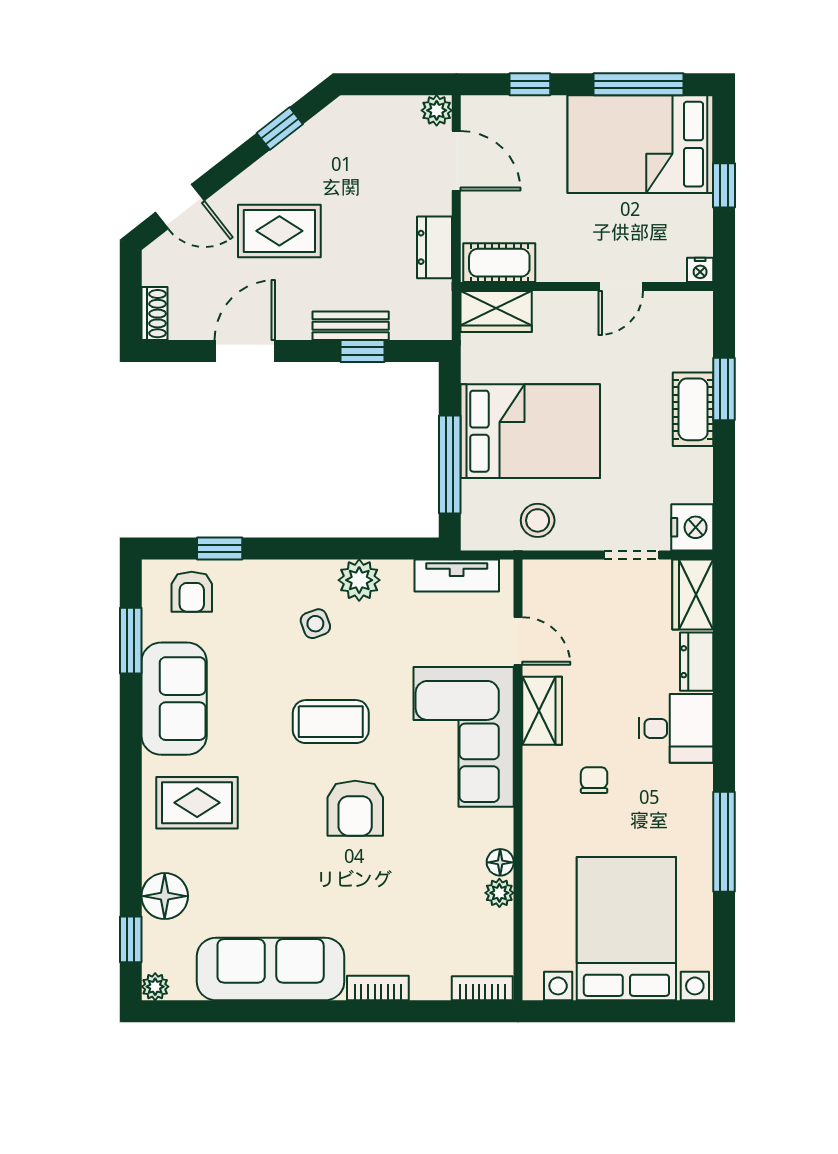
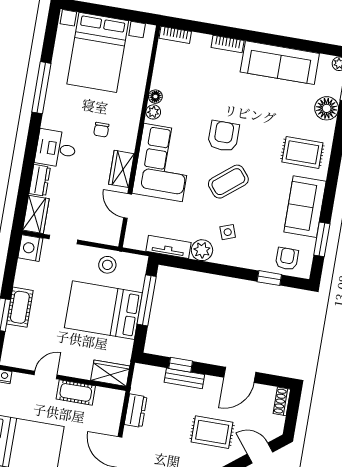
cot: (499, 263) -> (76, 392), moved
tv unit: (457, 575) -> (169, 247), moved
coffee table: (331, 722) -> (228, 182), turned -39
plant: (499, 893) -> (153, 112), moved

